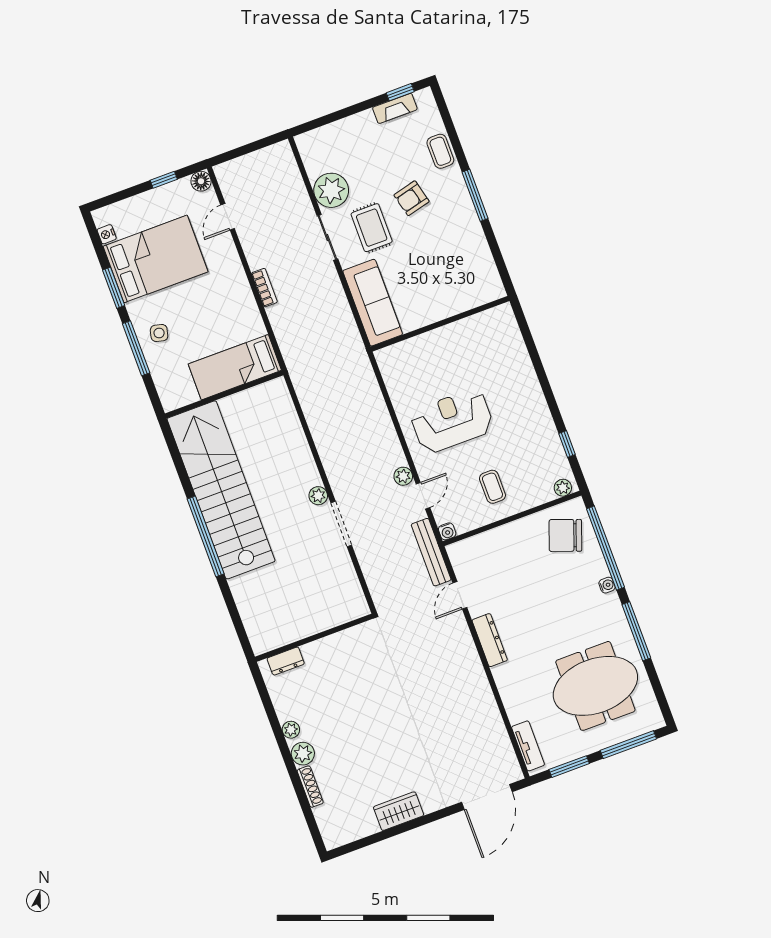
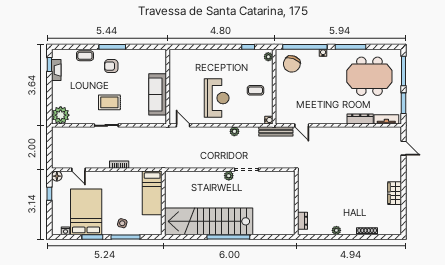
plant: (331, 190) -> (61, 115), moved
armchair: (412, 198) -> (111, 66), moved, turned 104
sofa: (373, 303) -> (158, 94), moved, turned -90
reception desk: (452, 421) -> (217, 98), turned 180
door: (423, 496) -> (183, 125), moved
dresser: (490, 640) -> (360, 119), moved
meeting table: (595, 686) -> (369, 76), turned 90
plant: (303, 754) -> (350, 229), removed
door: (487, 797) -> (404, 148), width x0.53

